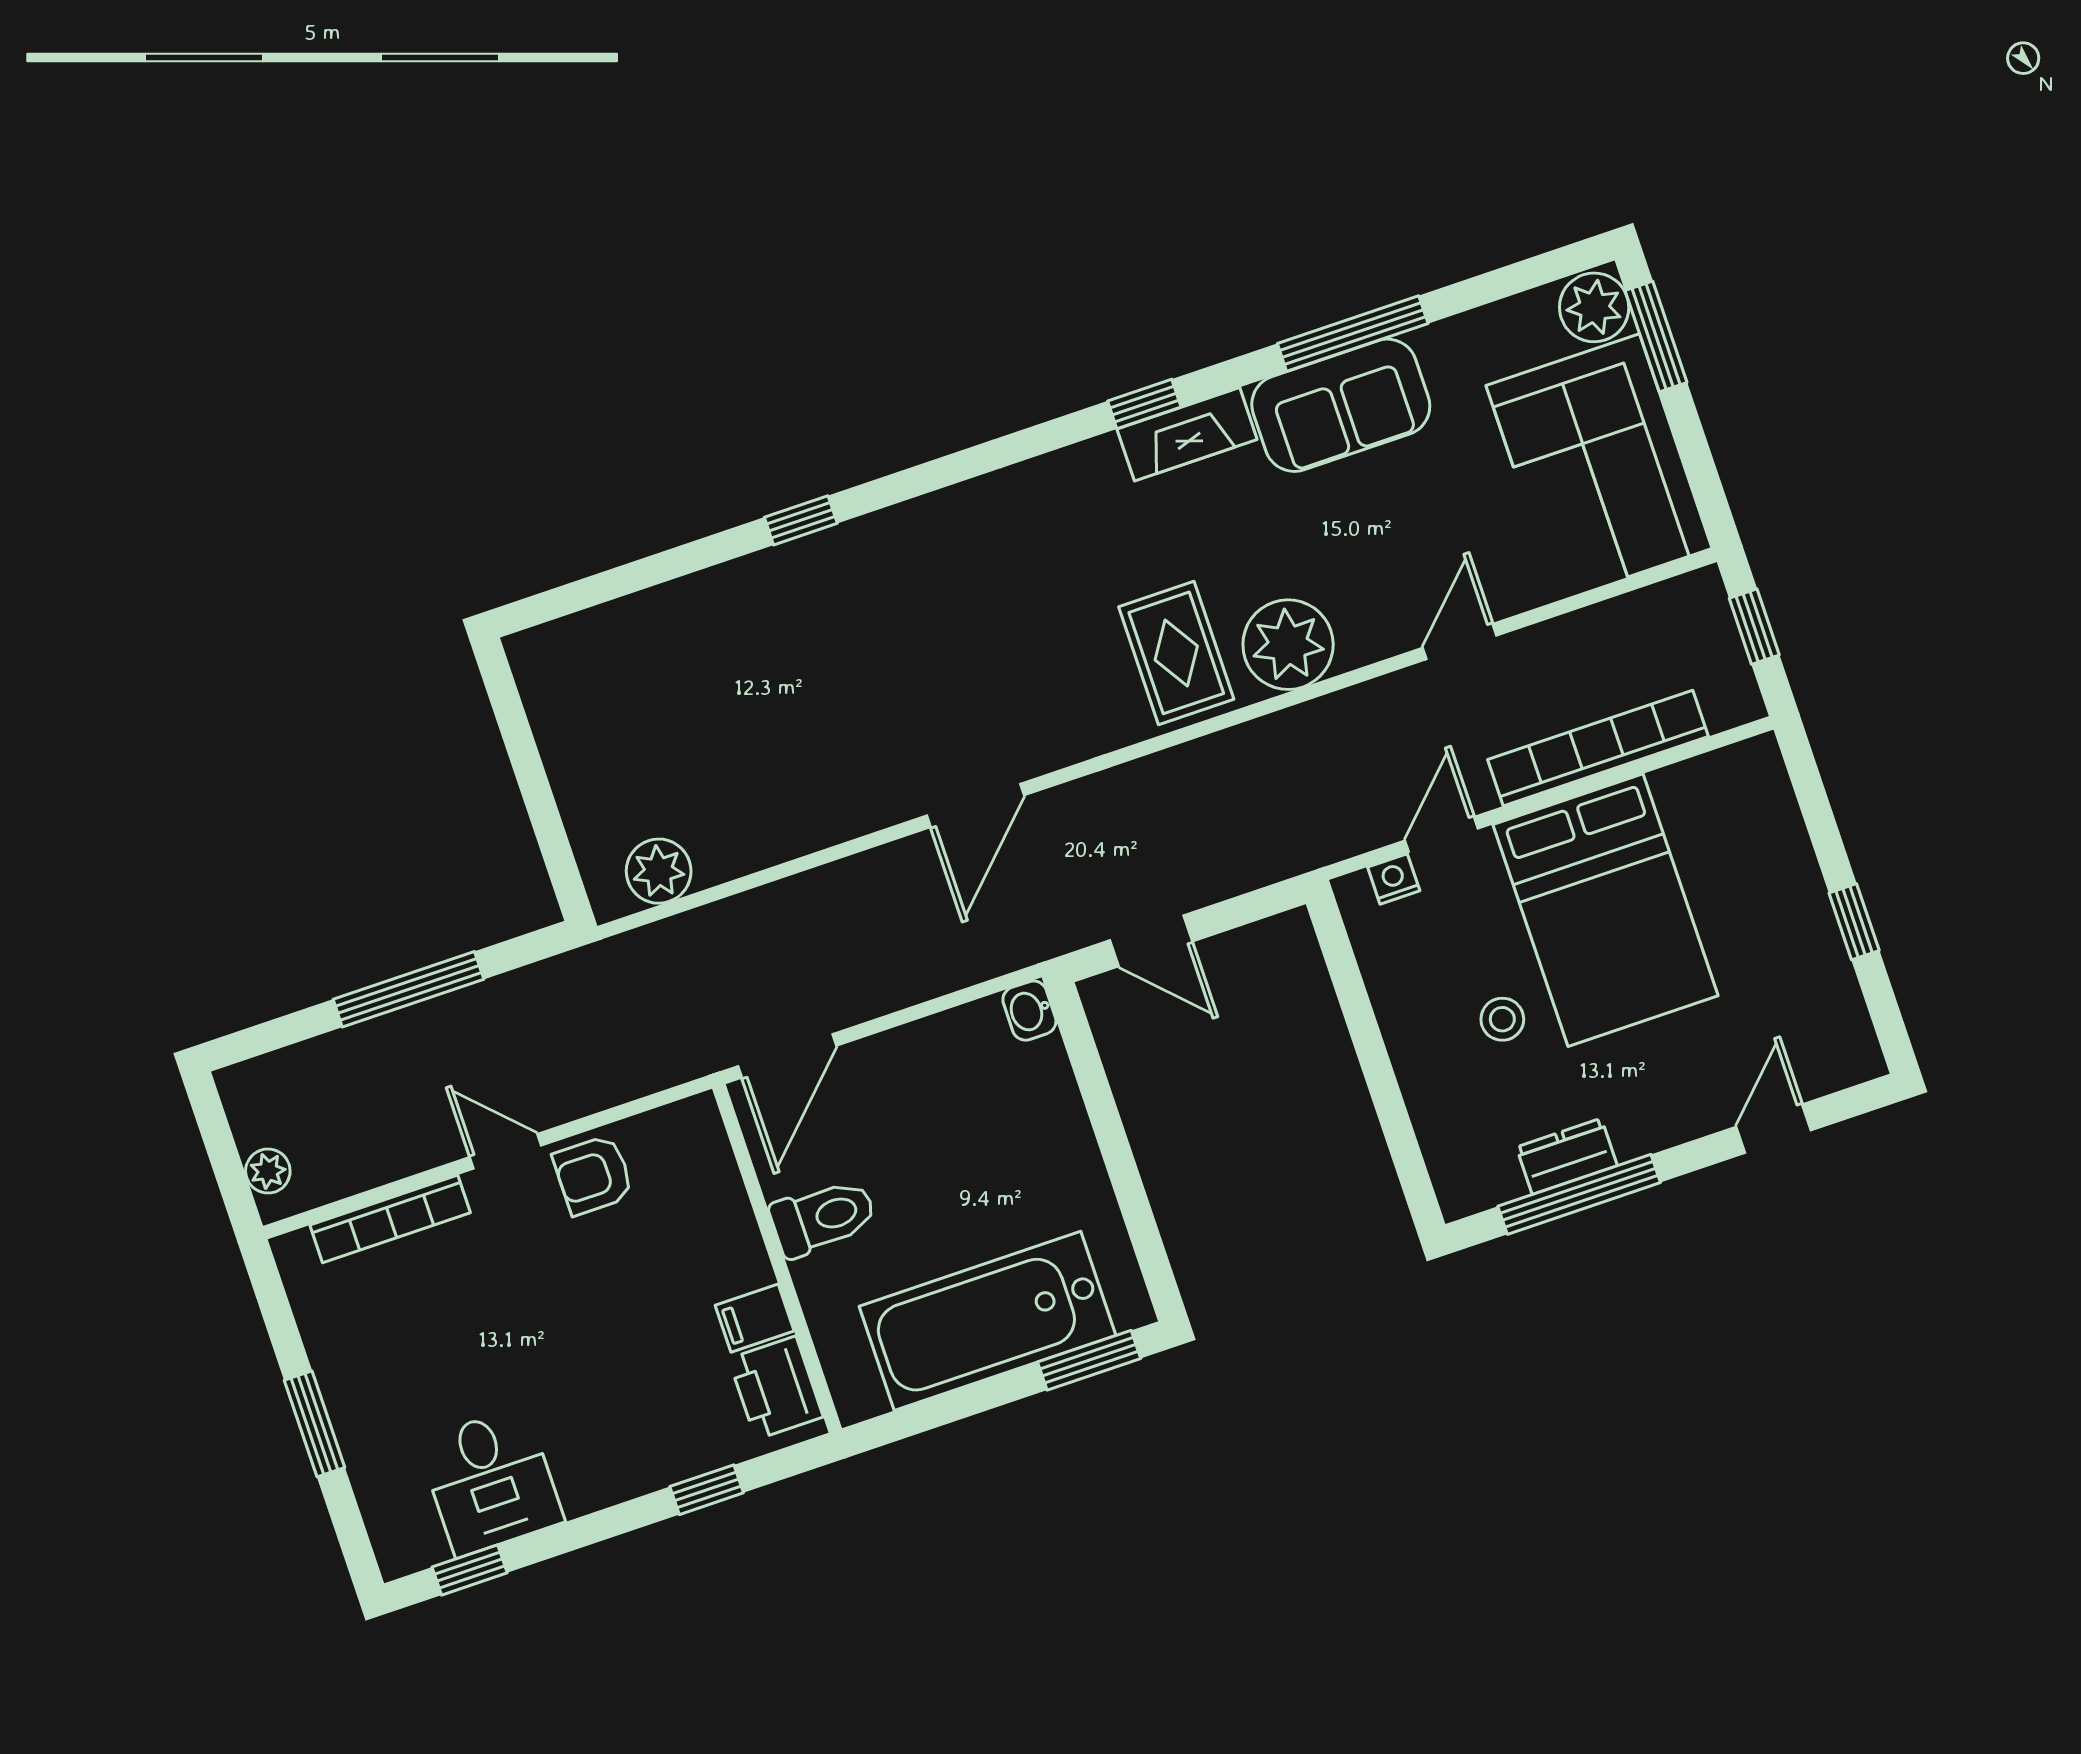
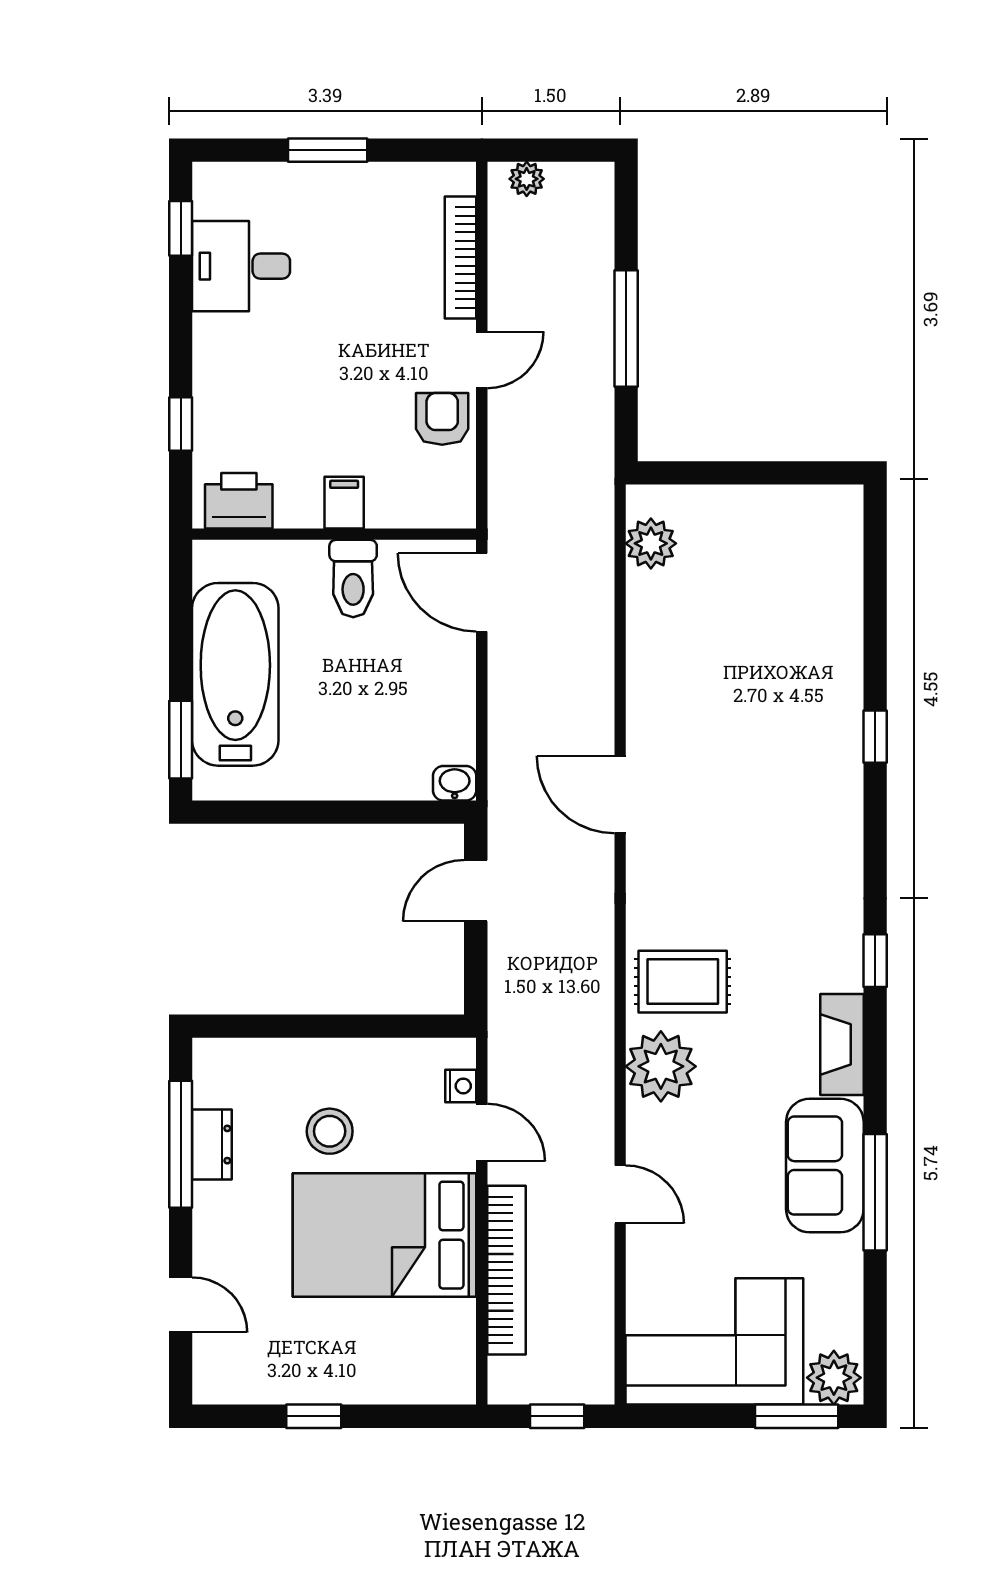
window: (1144, 404) -> (875, 961), moved
stool: (1502, 1019) -> (330, 1131), width x1.37, depth x1.37
filing cabinet: (755, 1318) -> (344, 503), moved

